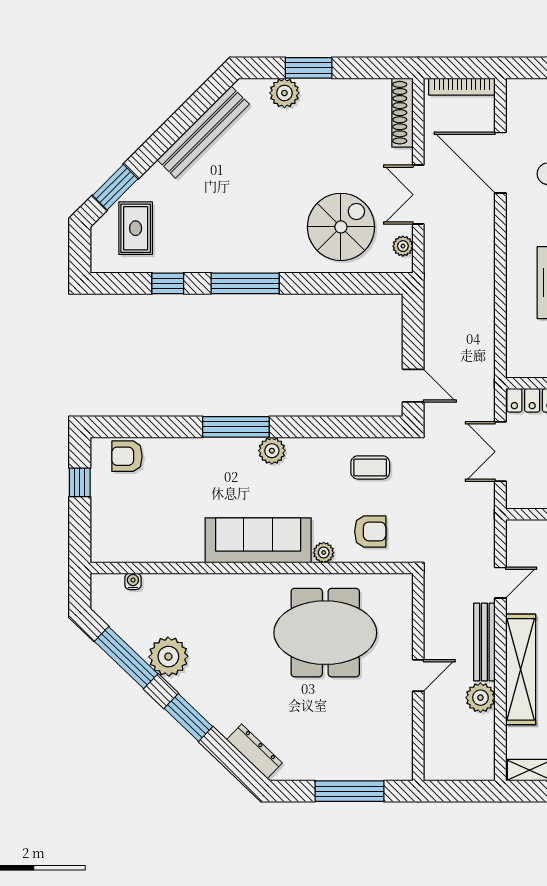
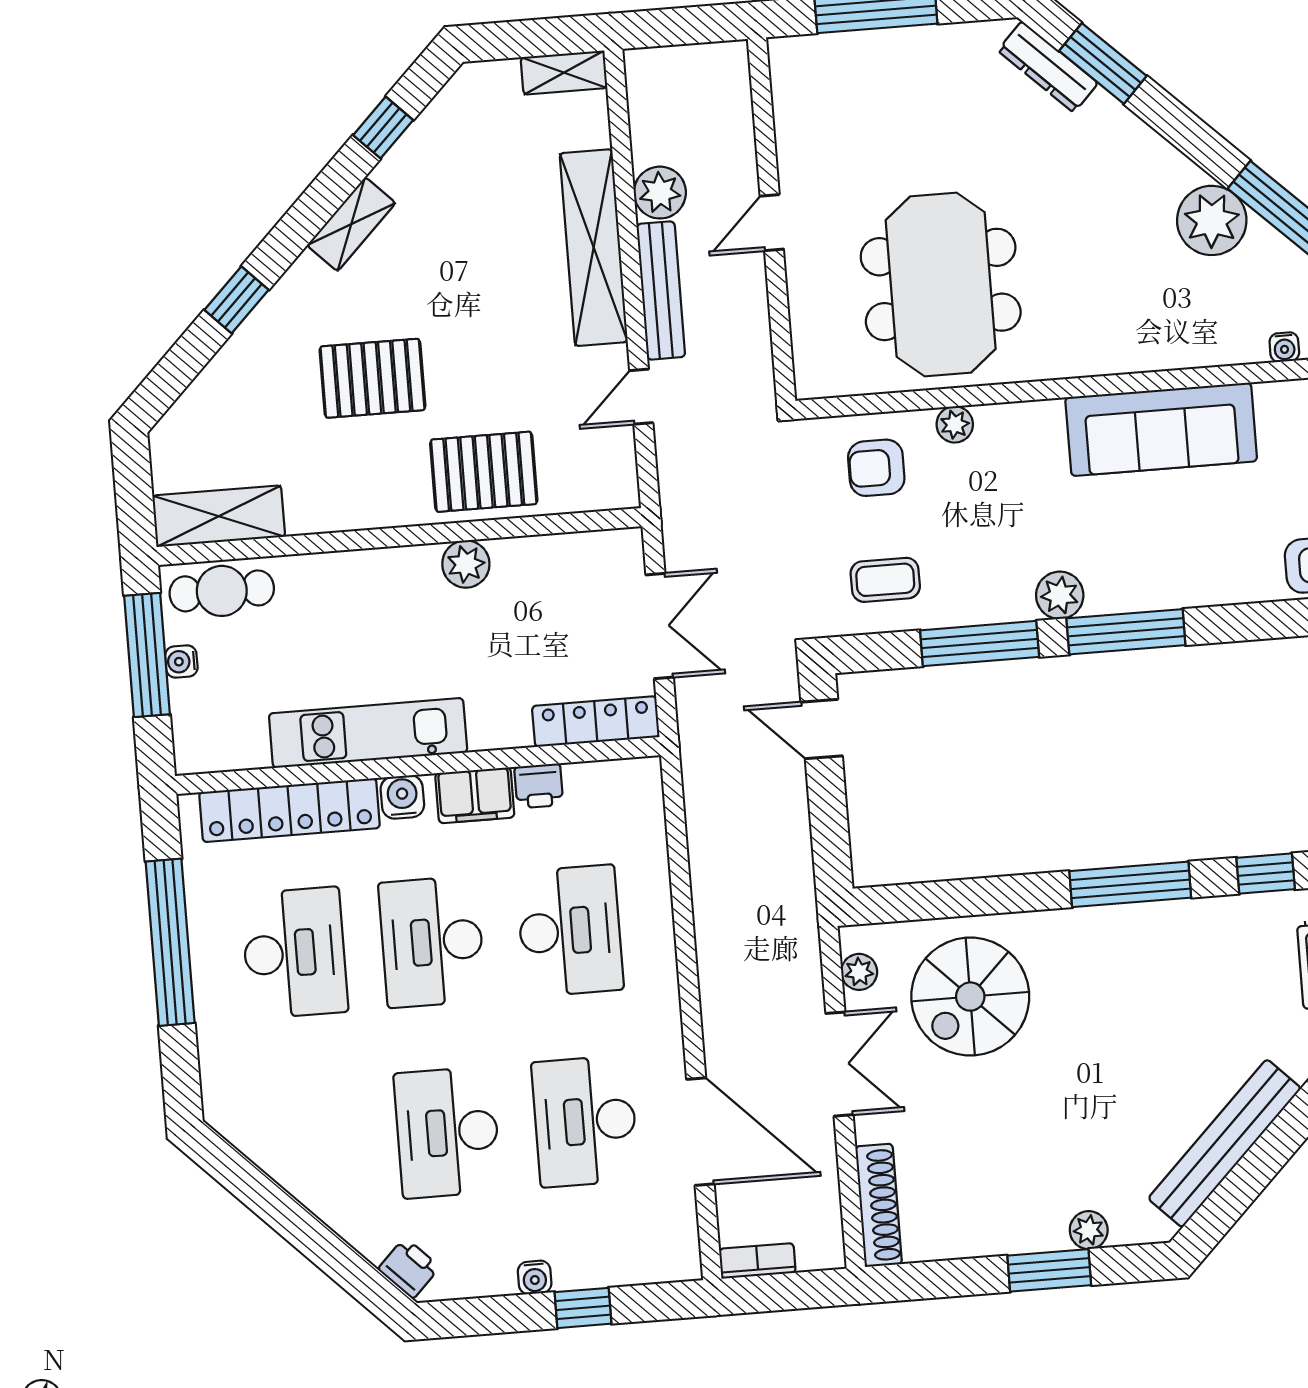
bookcase: (462, 87) -> (757, 1261), width x0.64
plant: (284, 93) -> (1089, 1230), width x0.73, depth x0.73
window: (320, 427) -> (980, 644), added
sofa: (258, 540) -> (1161, 429), moved
meeting table: (325, 633) -> (941, 284), turned 90
window: (188, 717) -> (1103, 63), moved

